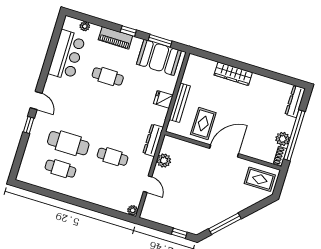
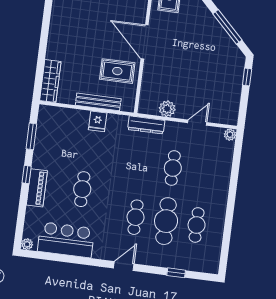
plant: (85, 26) -> (27, 244), moved
booth: (159, 57) -> (51, 134), removed
wardrobe: (233, 74) -> (50, 81), moved
cafe table: (76, 118) -> (135, 217), added
window: (29, 125) -> (176, 273), moved

